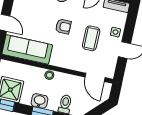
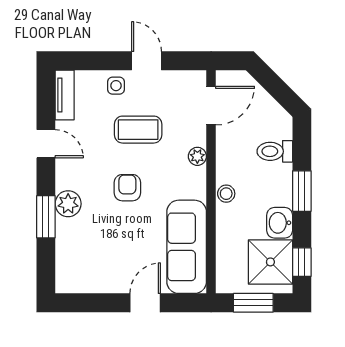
plant: (71, 65) -> (197, 156), added
washbasin: (39, 101) -> (280, 223), moved

